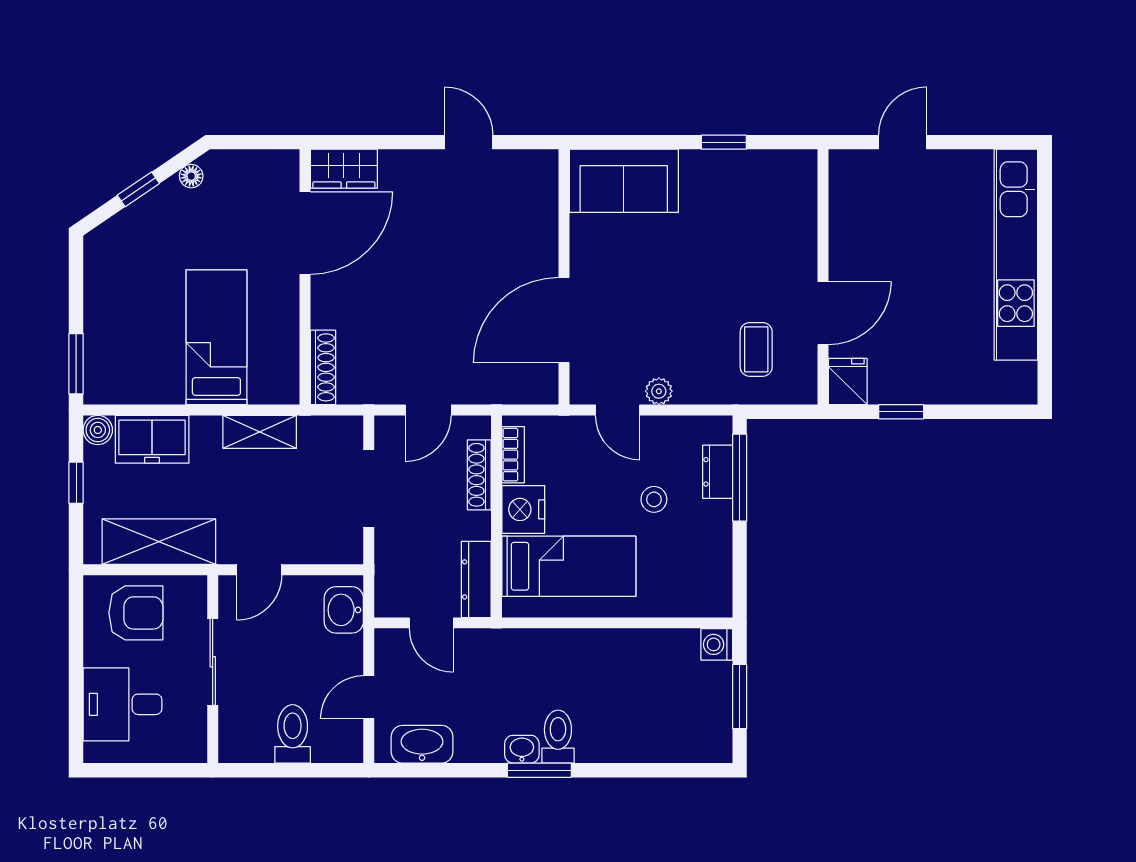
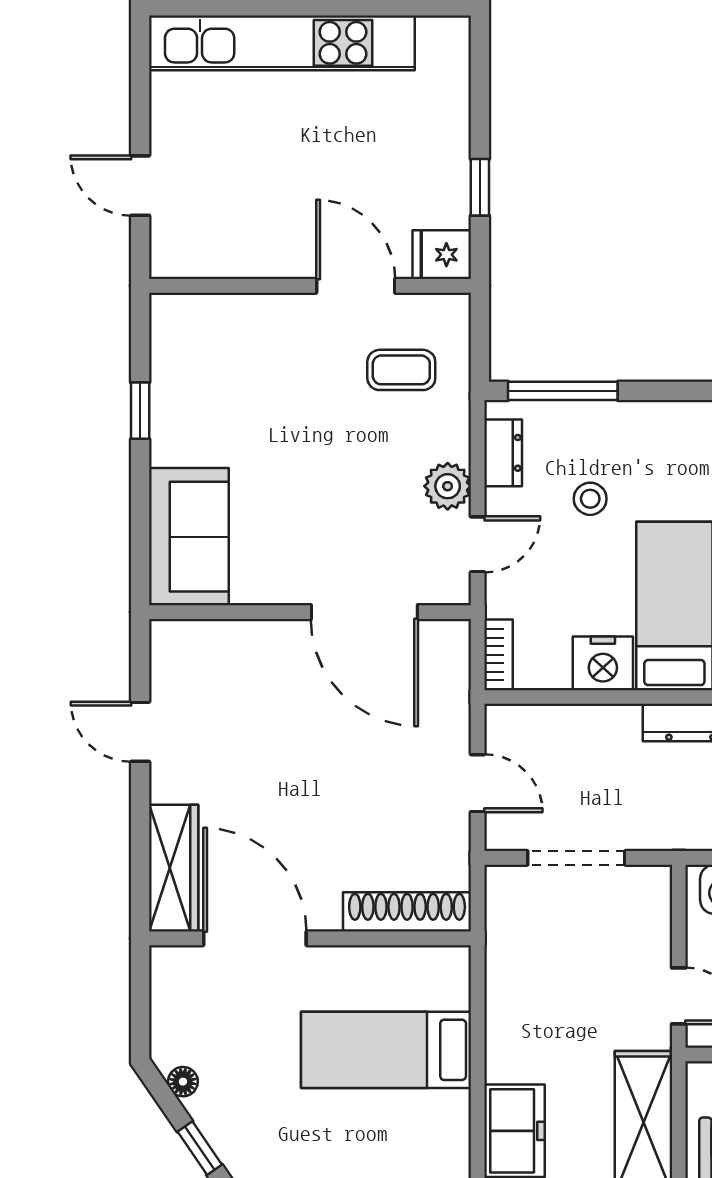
door: (469, 142) -> (140, 732), hinge flipped
wardrobe: (344, 169) -> (174, 868), width x1.50
shoe rack: (323, 367) -> (407, 912), width x1.36, depth x1.24
plant: (659, 391) -> (448, 486), width x1.38, depth x1.38
shelving: (260, 432) -> (505, 995), removed
bookcase: (513, 455) -> (498, 655), moved, turned 90
dresser: (718, 472) -> (503, 453), moved, turned -90
shoe rack: (479, 475) -> (559, 719), removed

